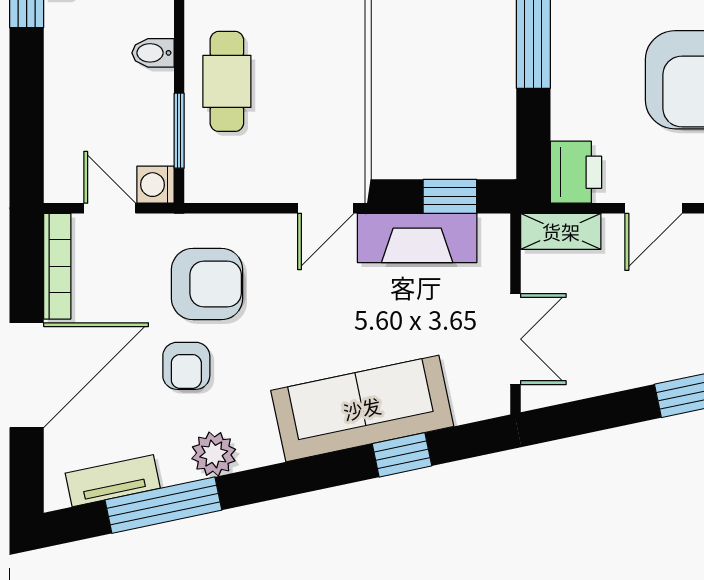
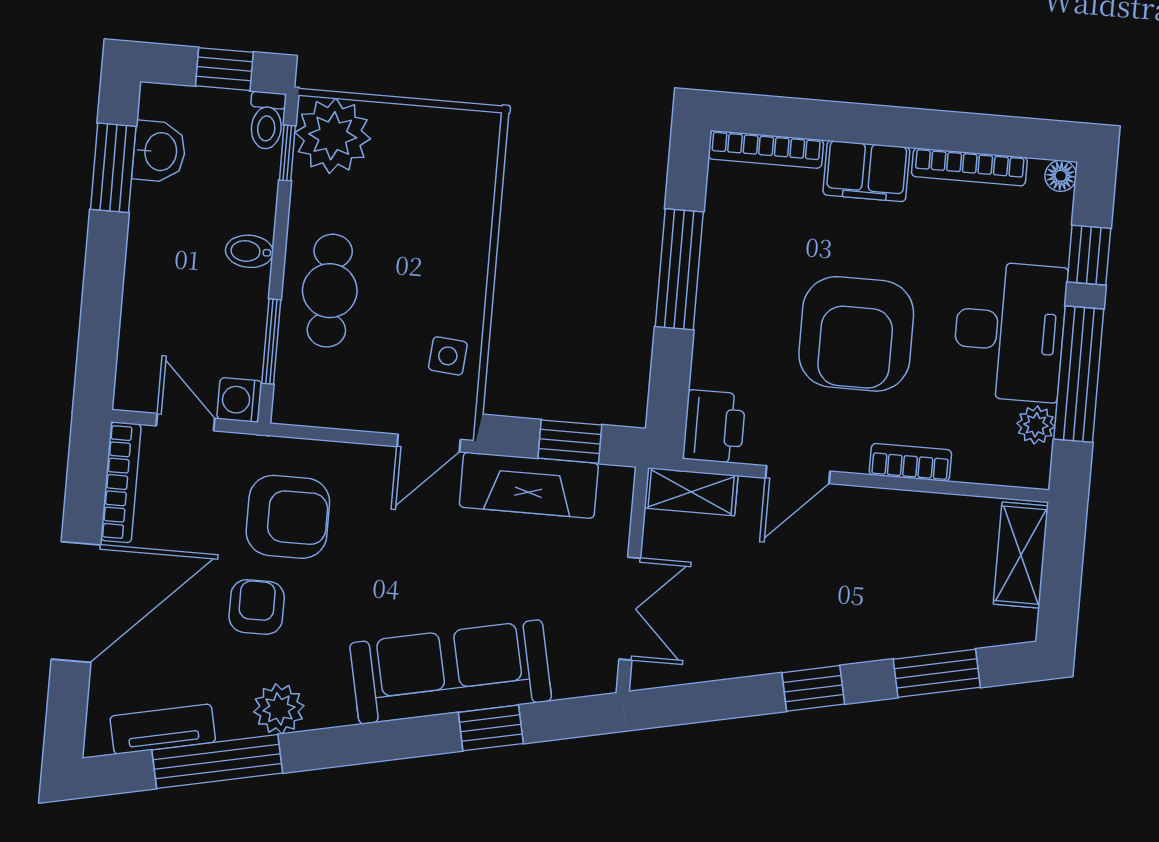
side table: (336, 130) -> (448, 356), added
armchair: (186, 366) -> (257, 607), turned 180

